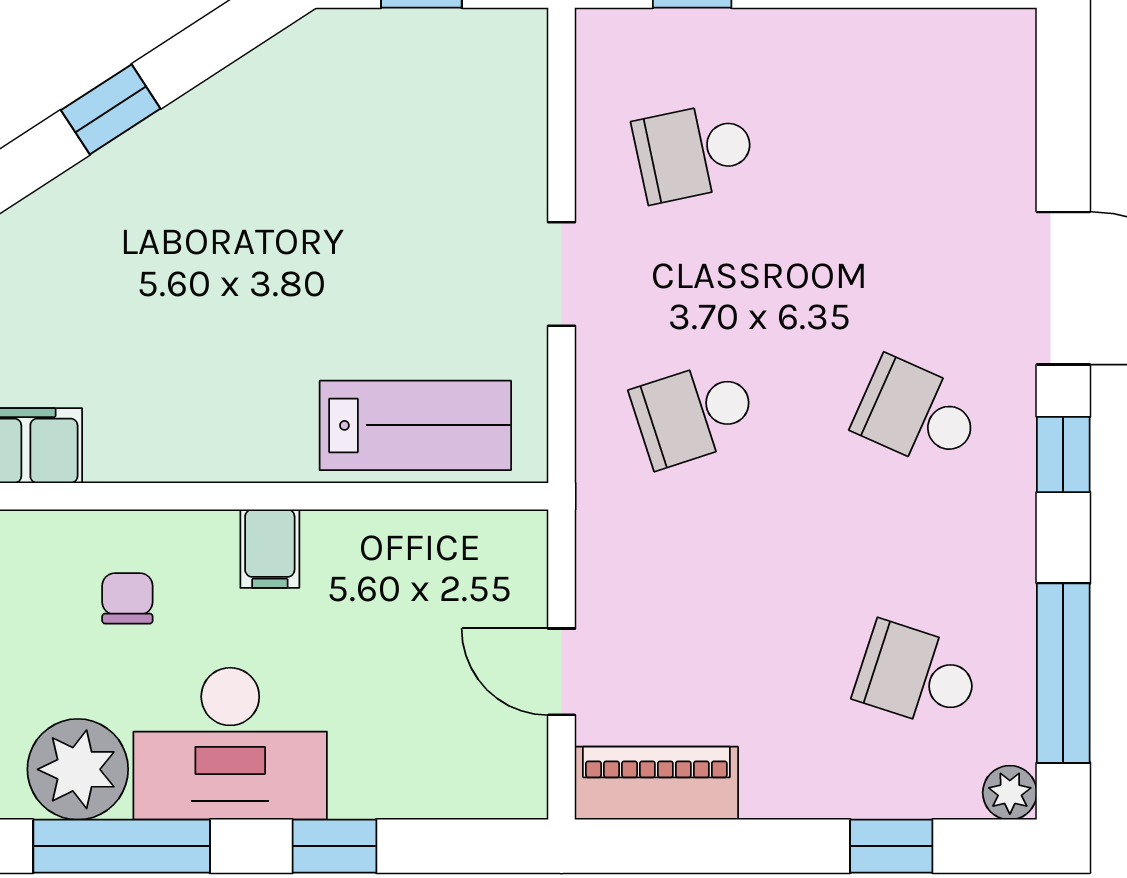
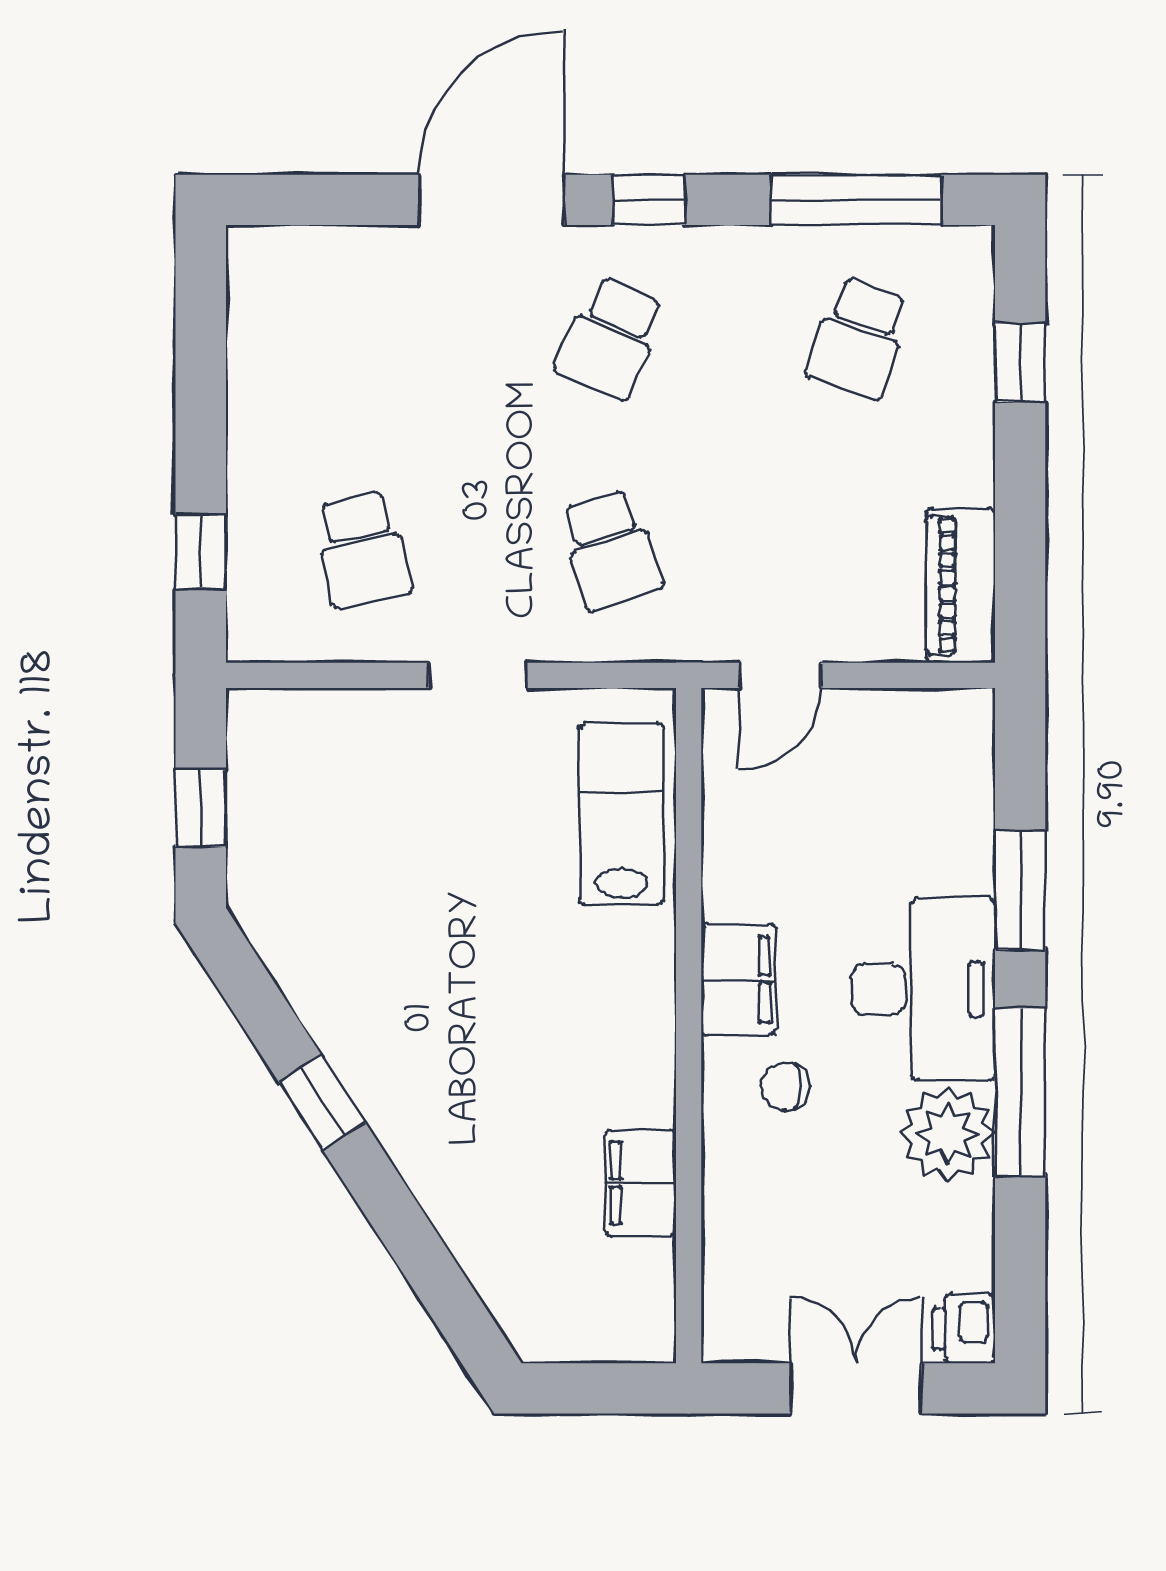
filing cabinet: (270, 549) -> (738, 980), width x2.00
door: (562, 672) -> (780, 675), moved
plant: (1010, 793) -> (970, 251), removed
window: (334, 846) -> (1020, 890), width x1.50

